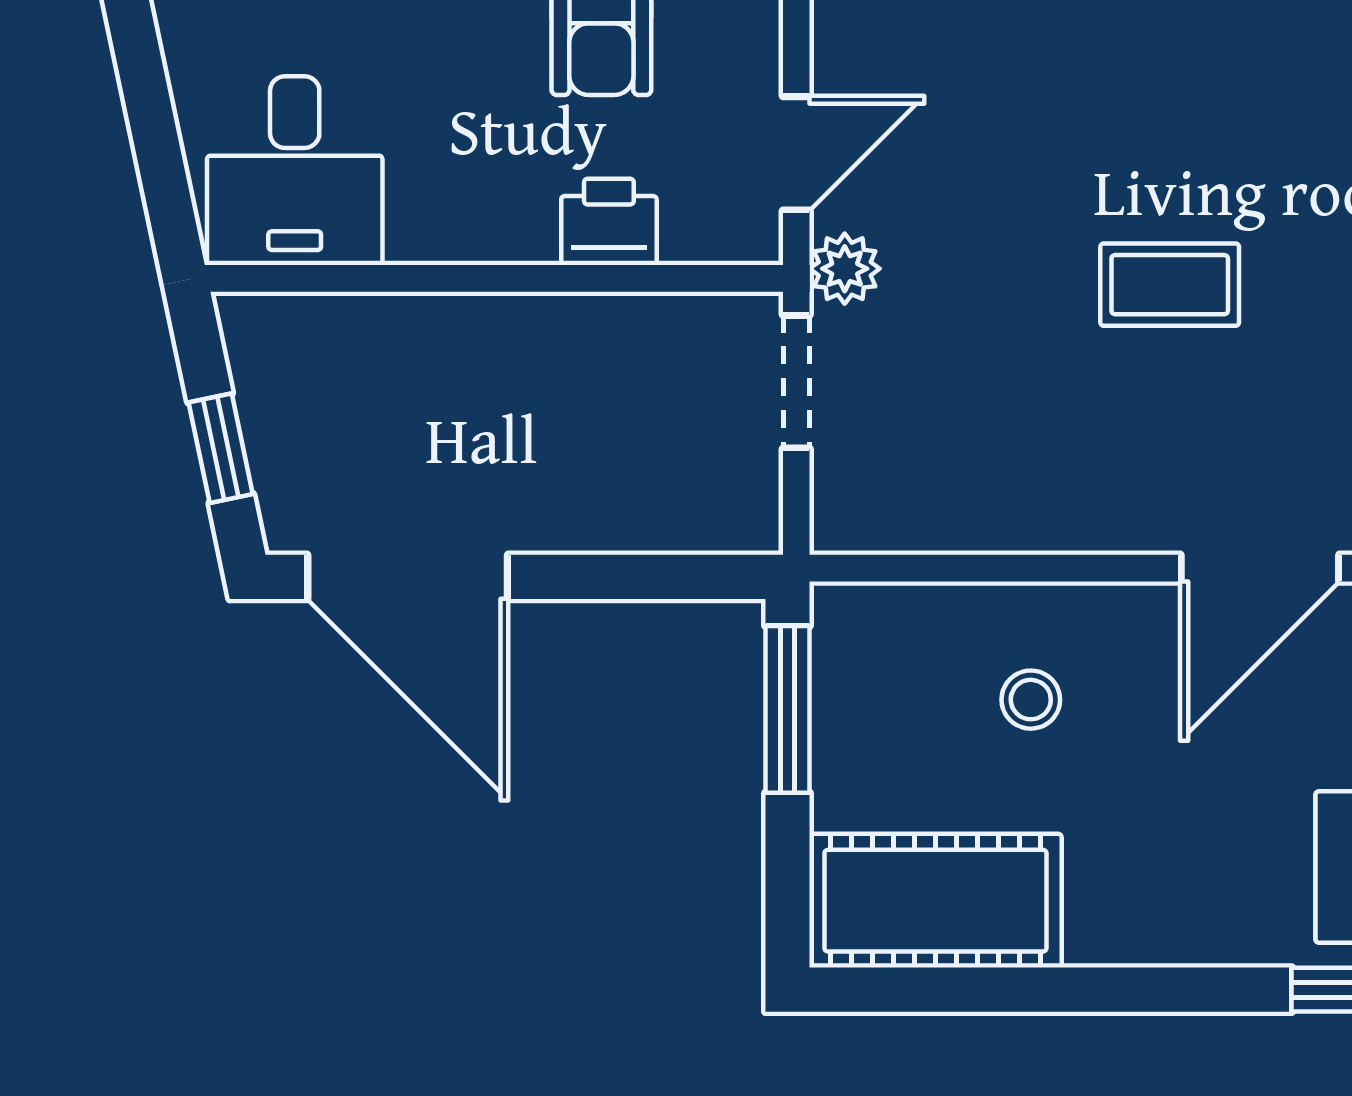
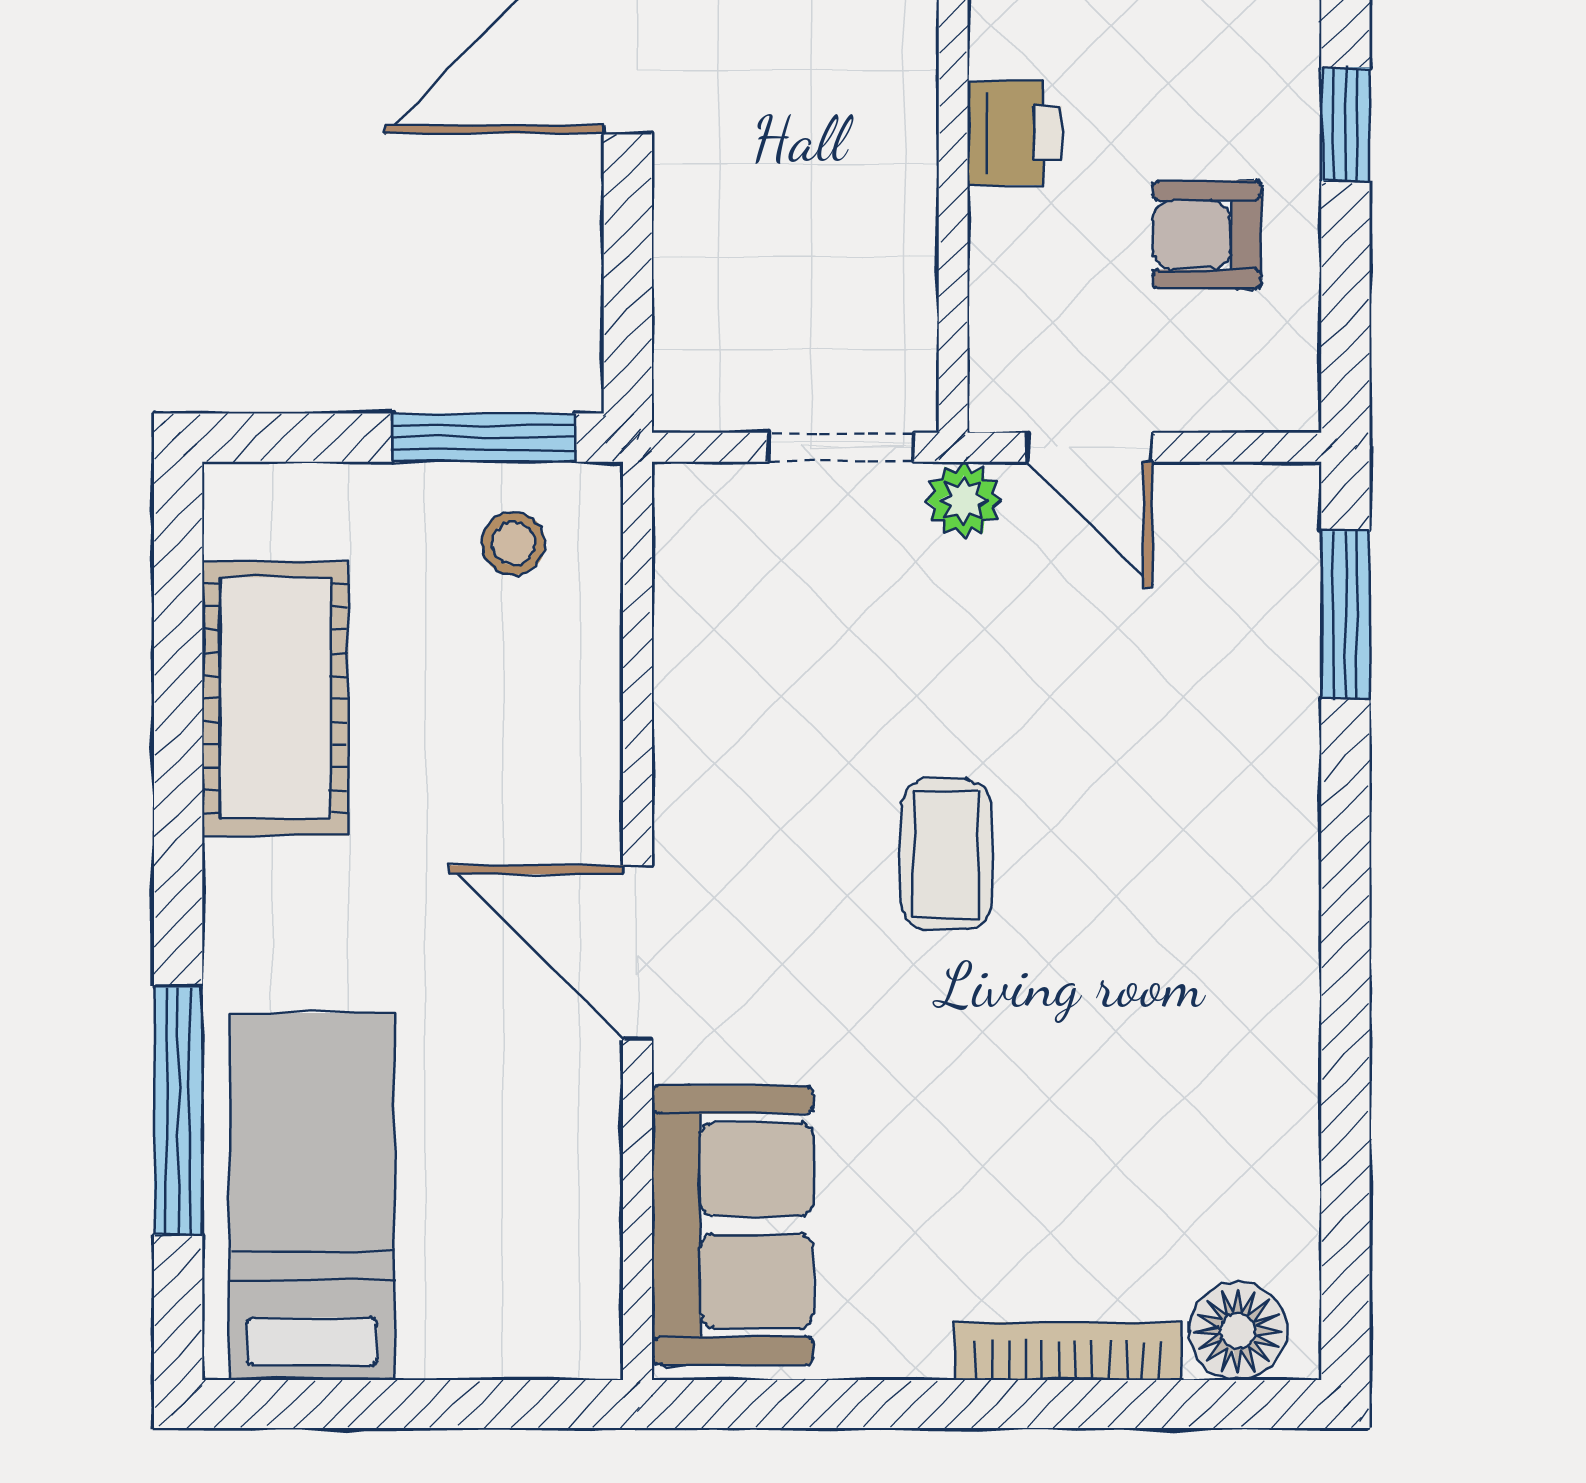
printer: (609, 222) -> (1015, 133), moved
stool: (1031, 700) -> (513, 543), moved
cot: (935, 901) -> (275, 698), moved

